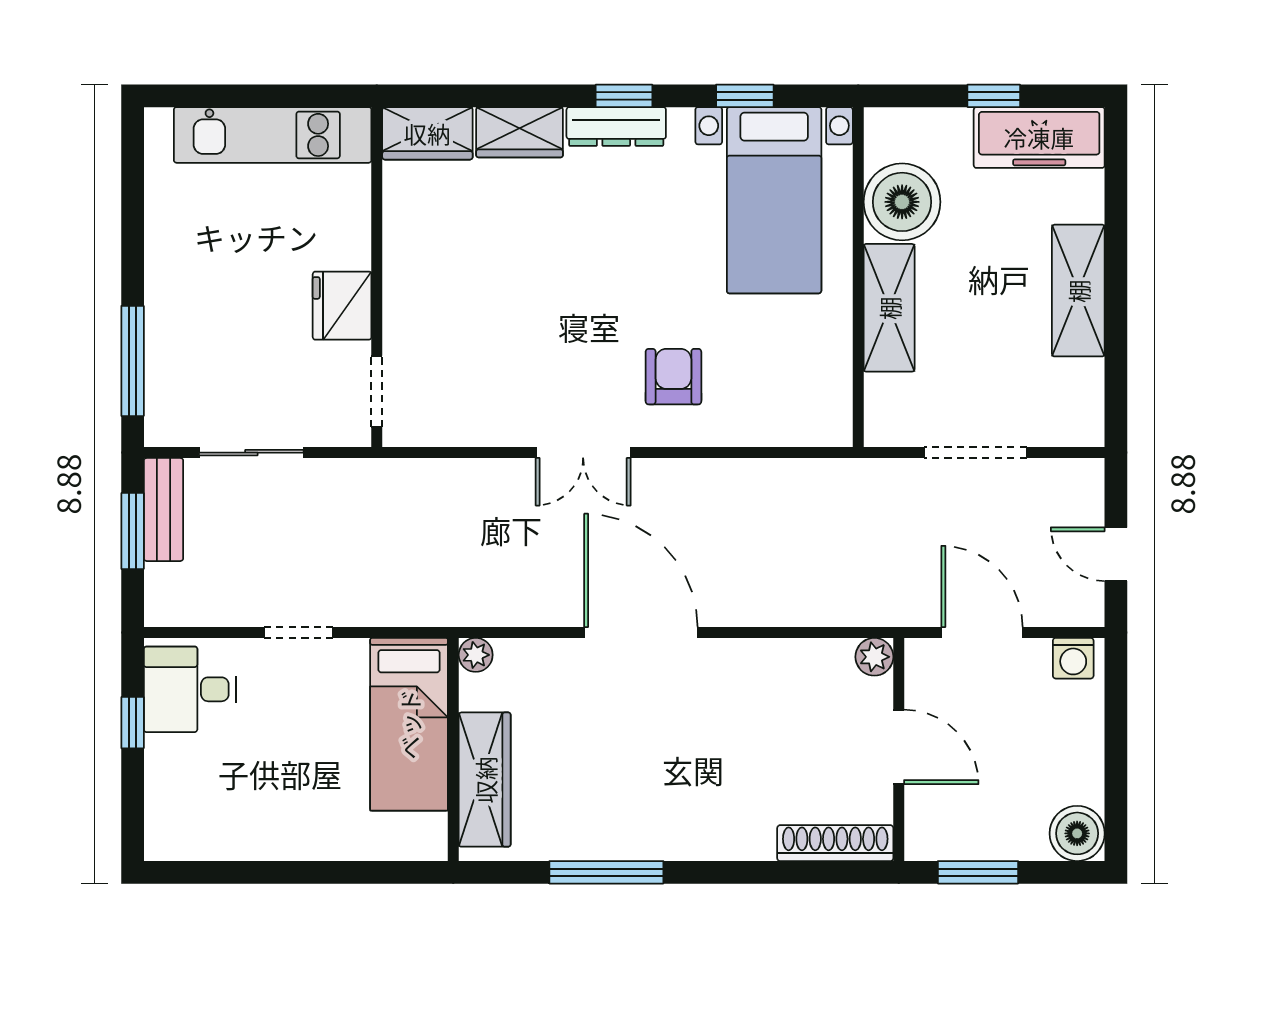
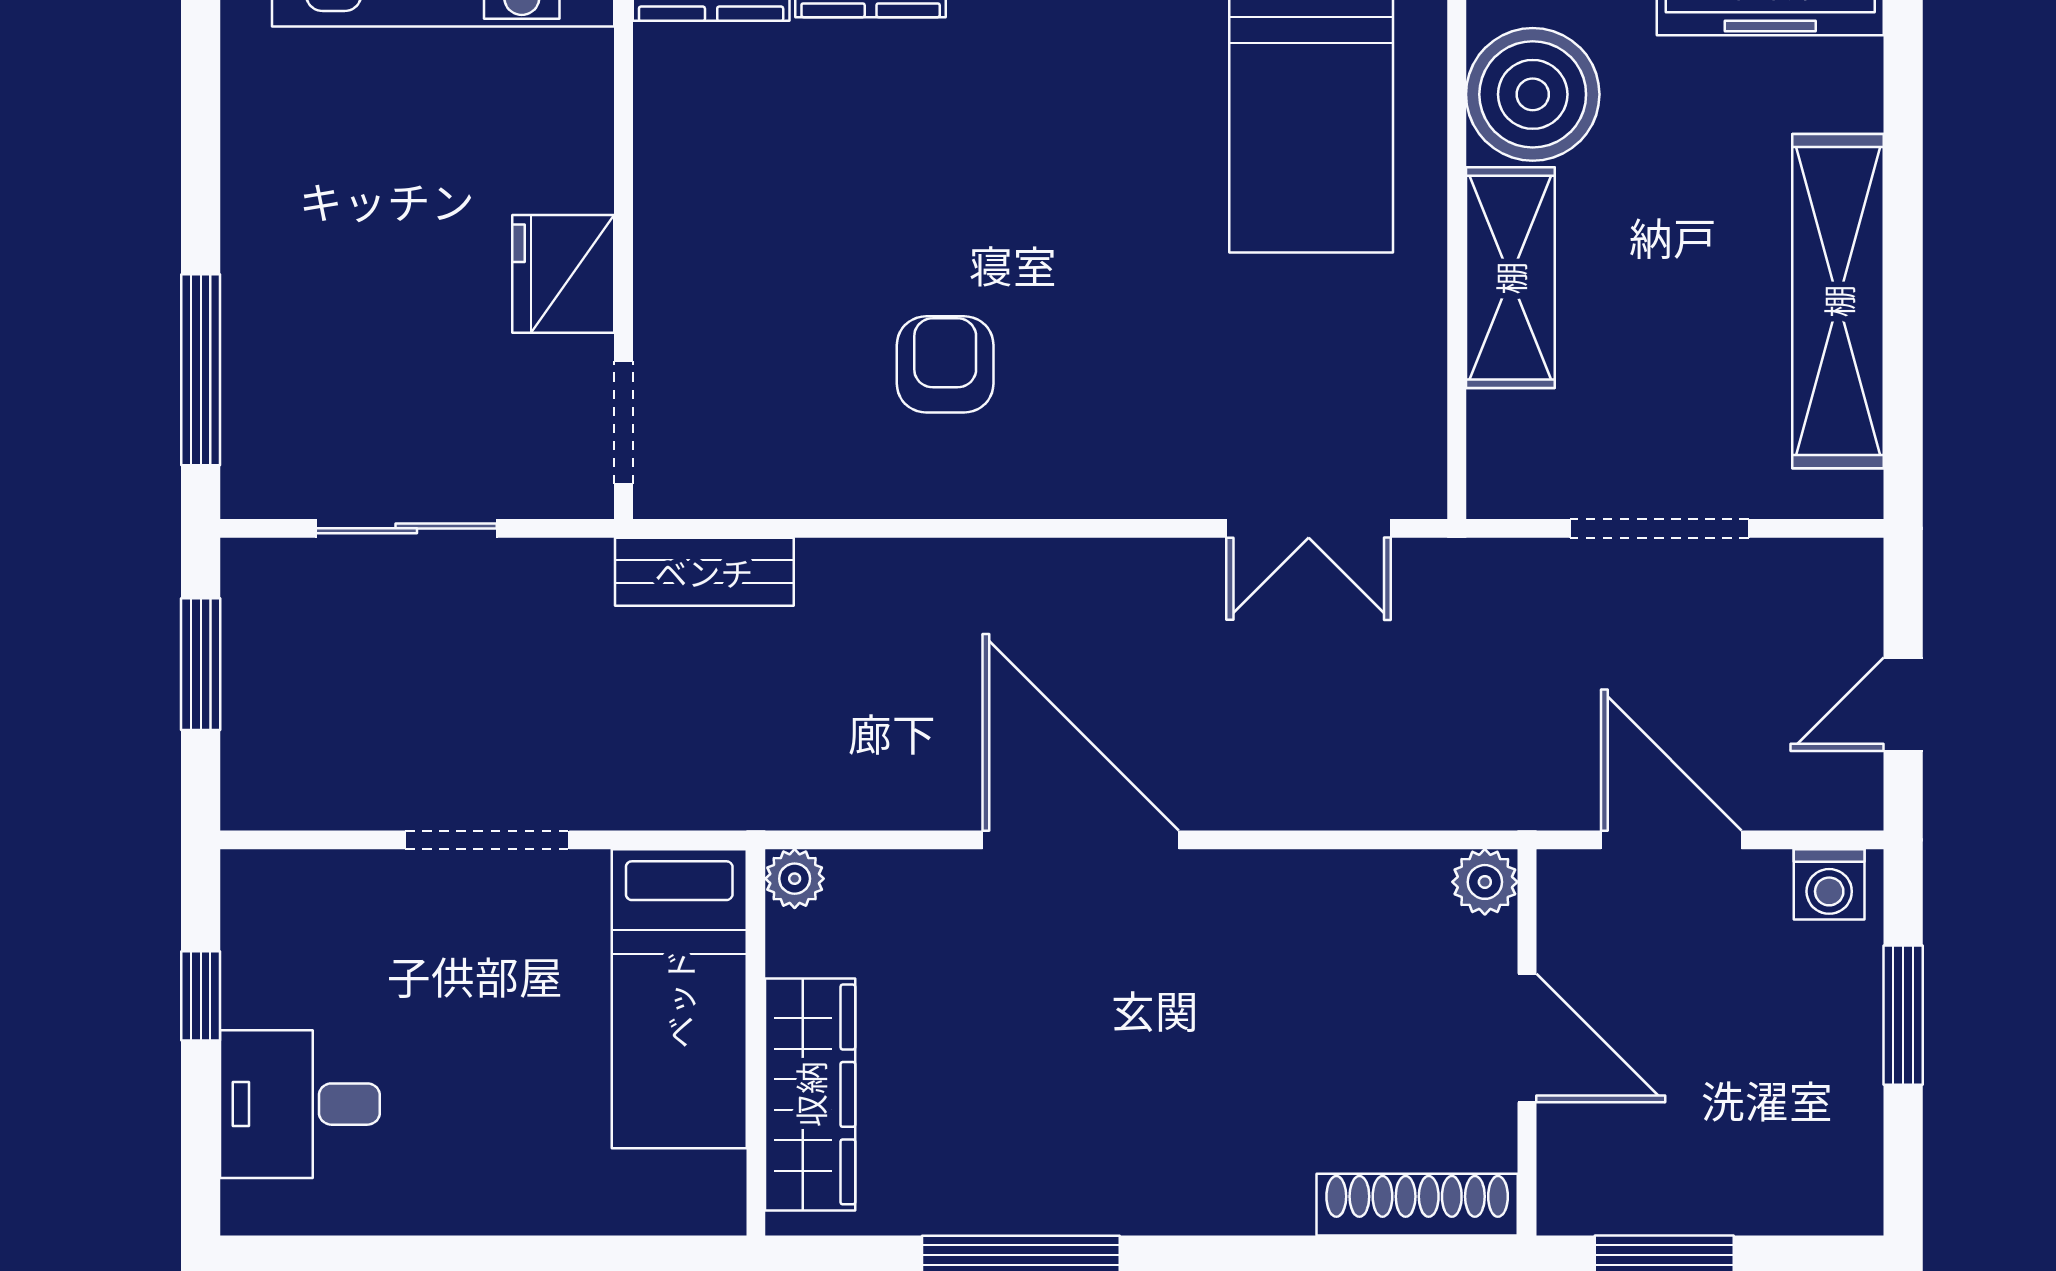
shelving: (1078, 291) -> (1838, 301), width x1.47
armchair: (673, 377) -> (945, 364), moved
double door: (583, 453) -> (1309, 528), moved
bench: (163, 509) -> (704, 572), moved, turned 90
door: (1116, 554) -> (1903, 704), hinge flipped
doorway: (298, 633) -> (487, 840), width x1.38
desk: (190, 689) -> (300, 1104), moved
window: (1116, 734) -> (1903, 1015), added
boiler: (1077, 833) -> (1836, 1188), removed

